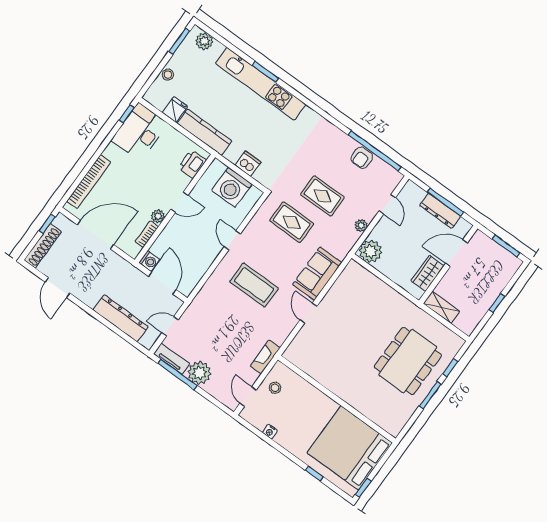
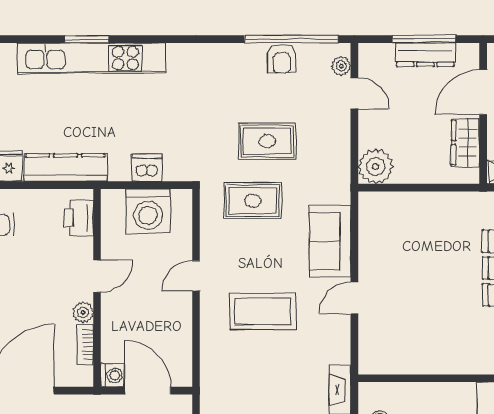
plant: (361, 225) -> (341, 66), moved
door: (232, 240) -> (196, 276), hinge flipped
door: (308, 313) -> (354, 298), hinge flipped

